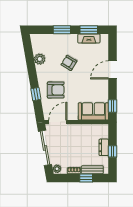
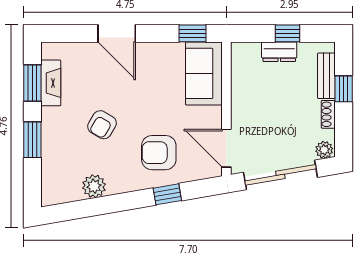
armchair: (56, 90) -> (159, 153), turned -90

